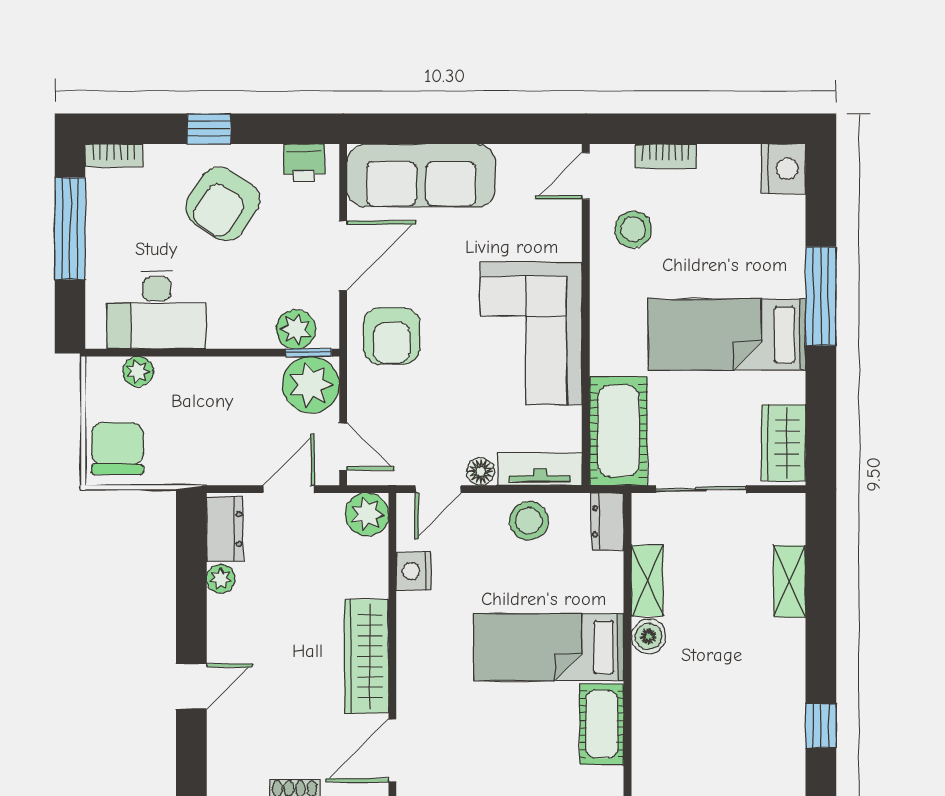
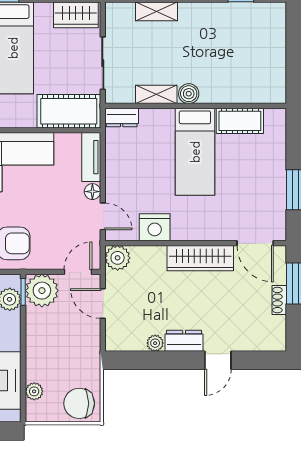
stool: (529, 521) -> (121, 163), removed
dresser: (225, 529) -> (184, 341), moved
nightstand: (414, 571) -> (155, 227), width x1.36, depth x1.33
door: (191, 687) -> (218, 360), swing flipped

